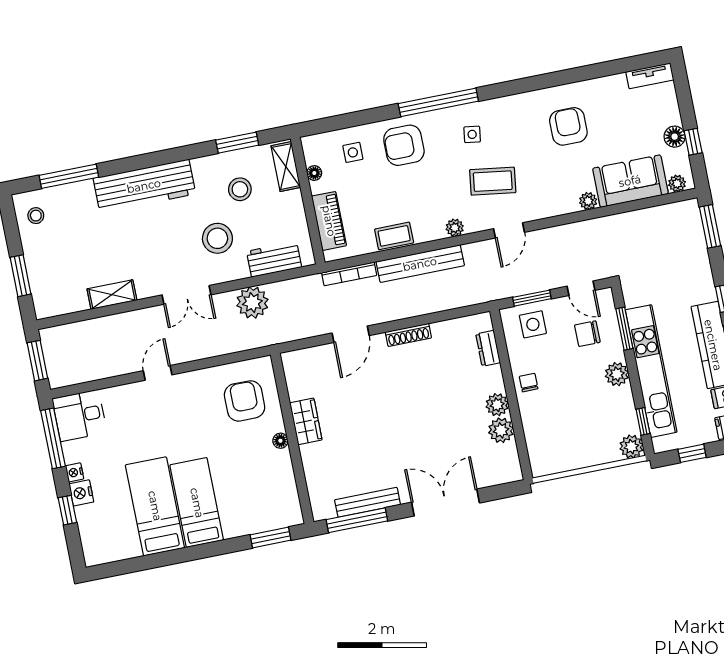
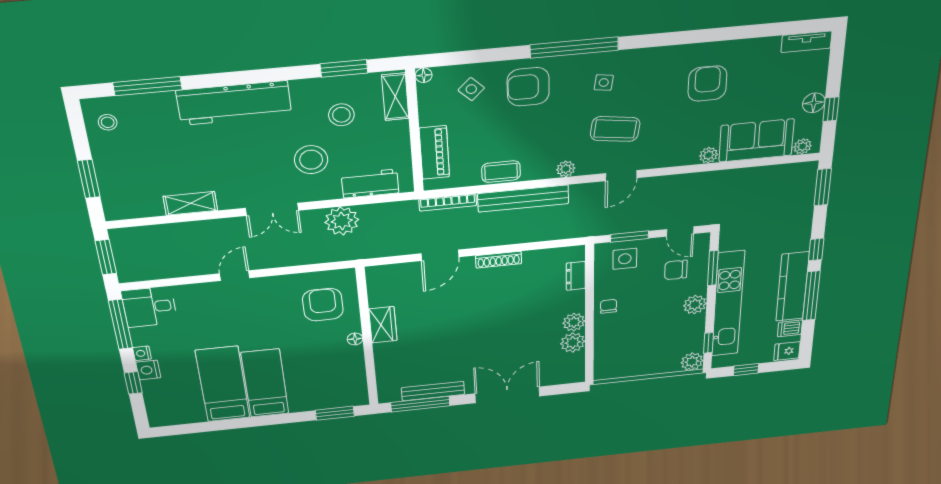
side table: (353, 152) -> (471, 89), turned 45
floor lamp: (314, 173) -> (424, 75), moved

